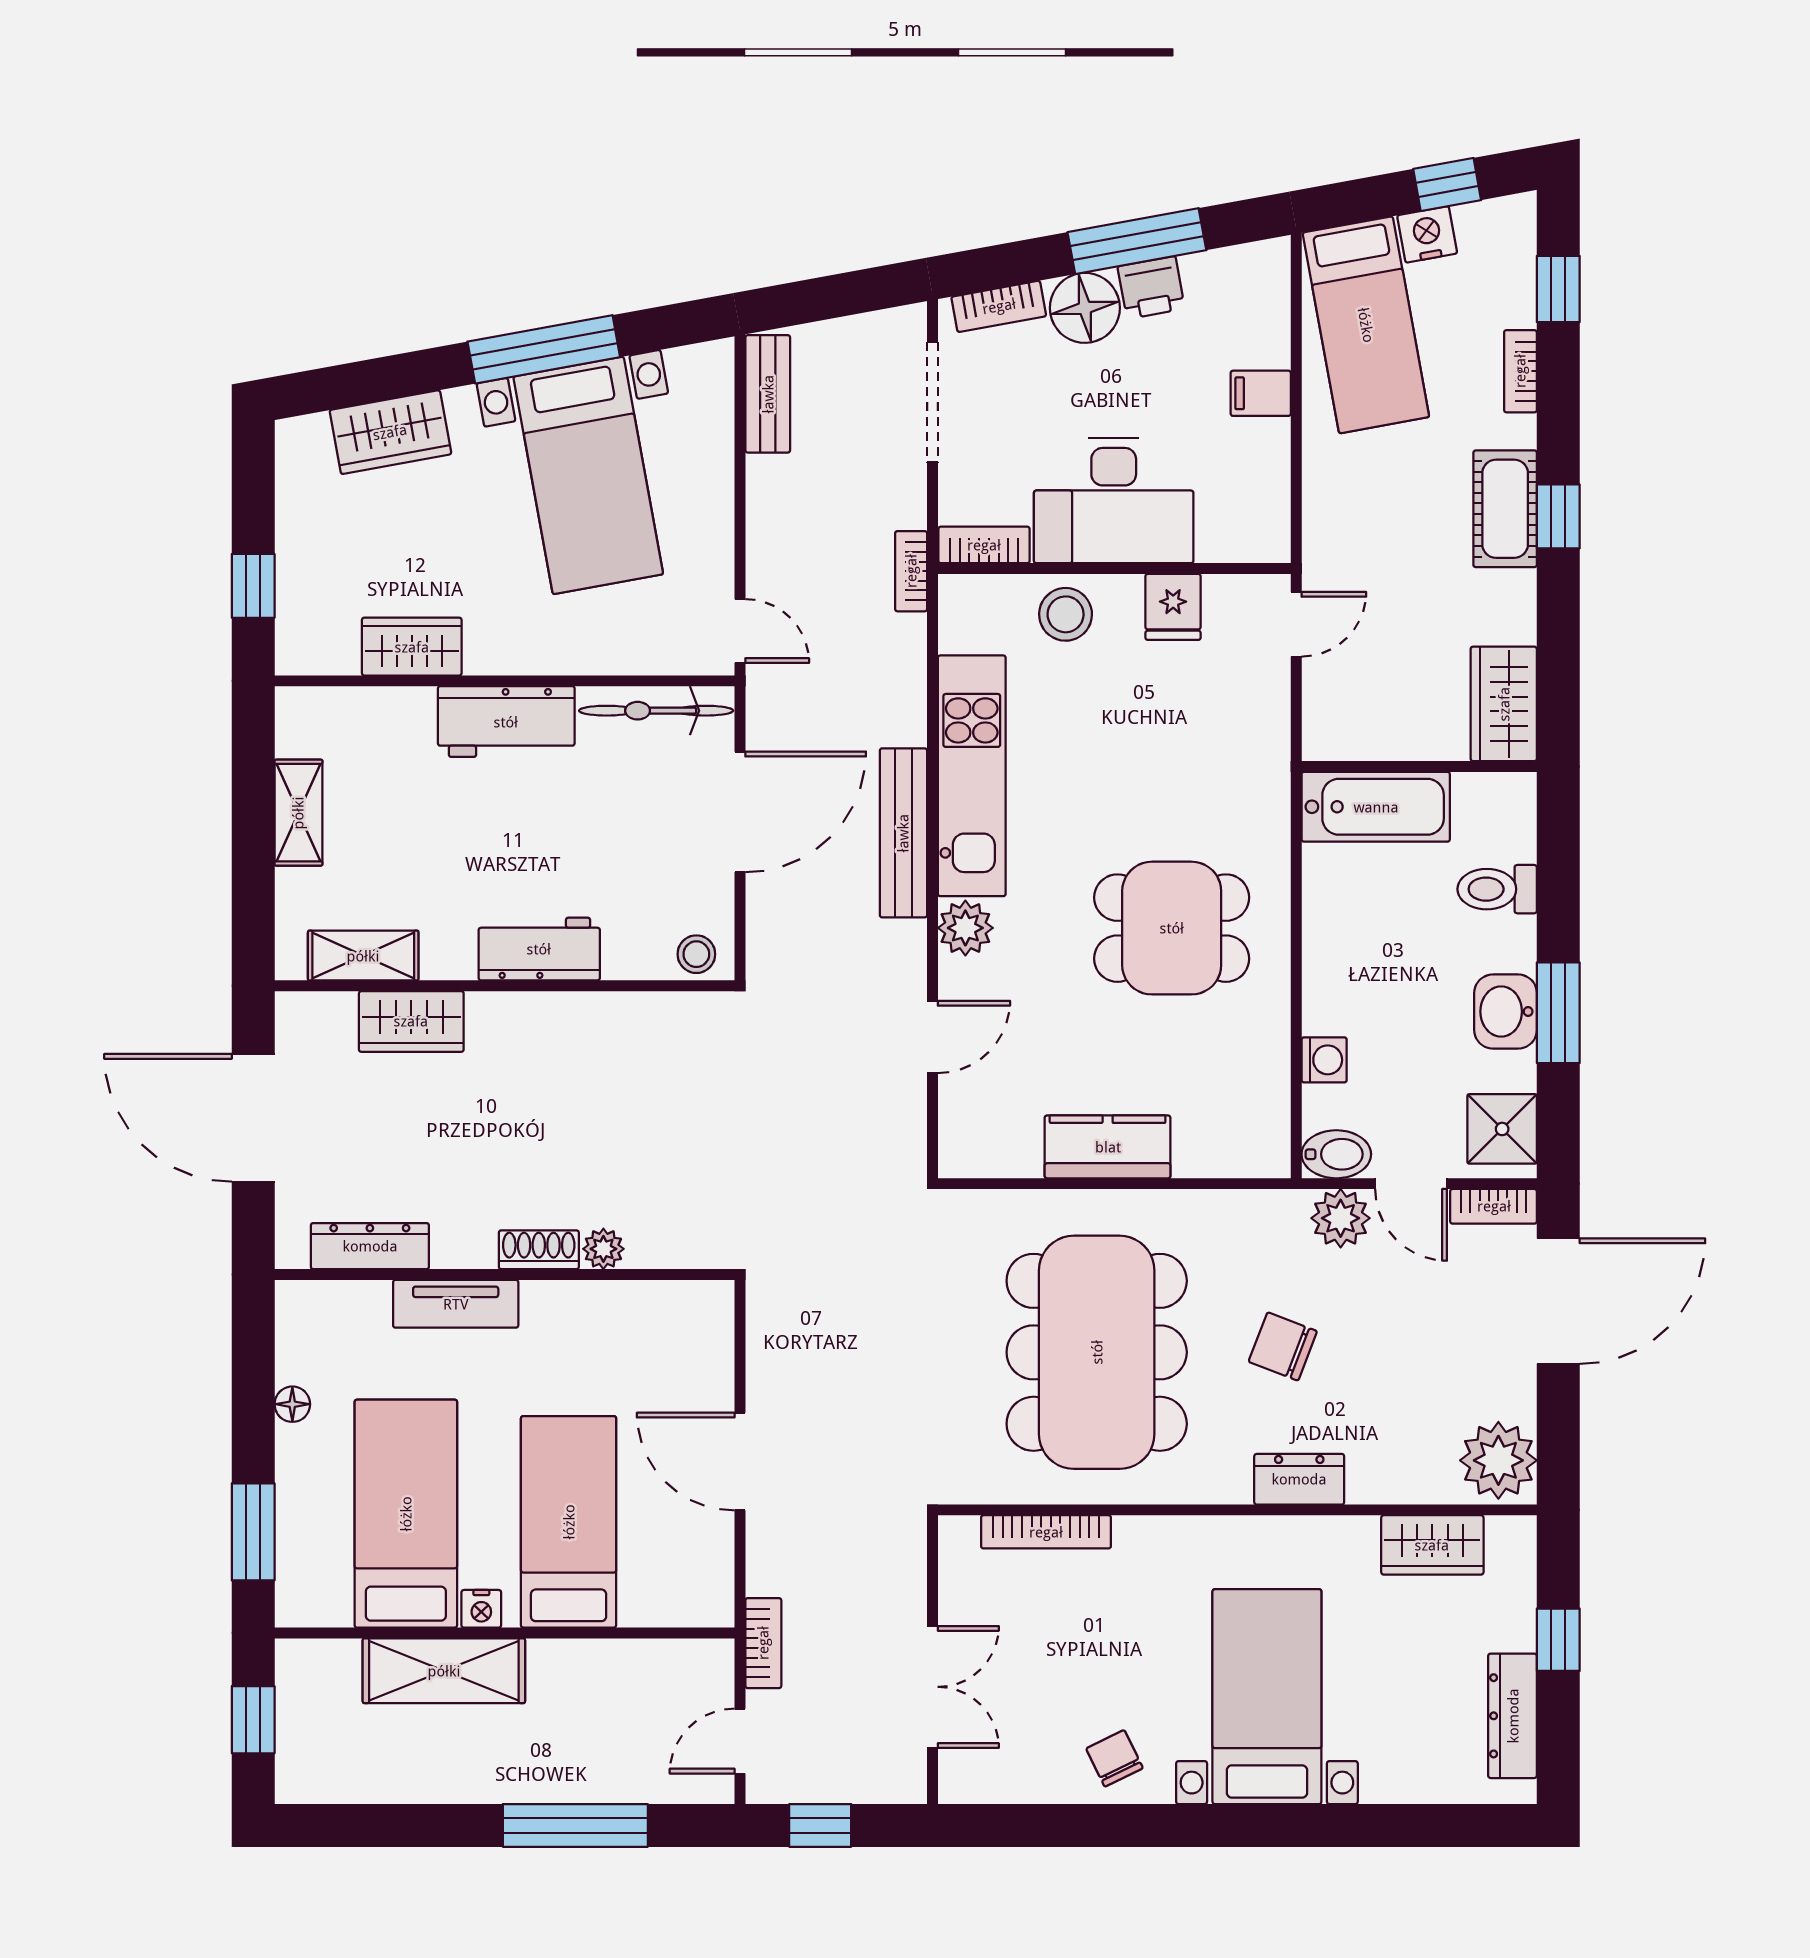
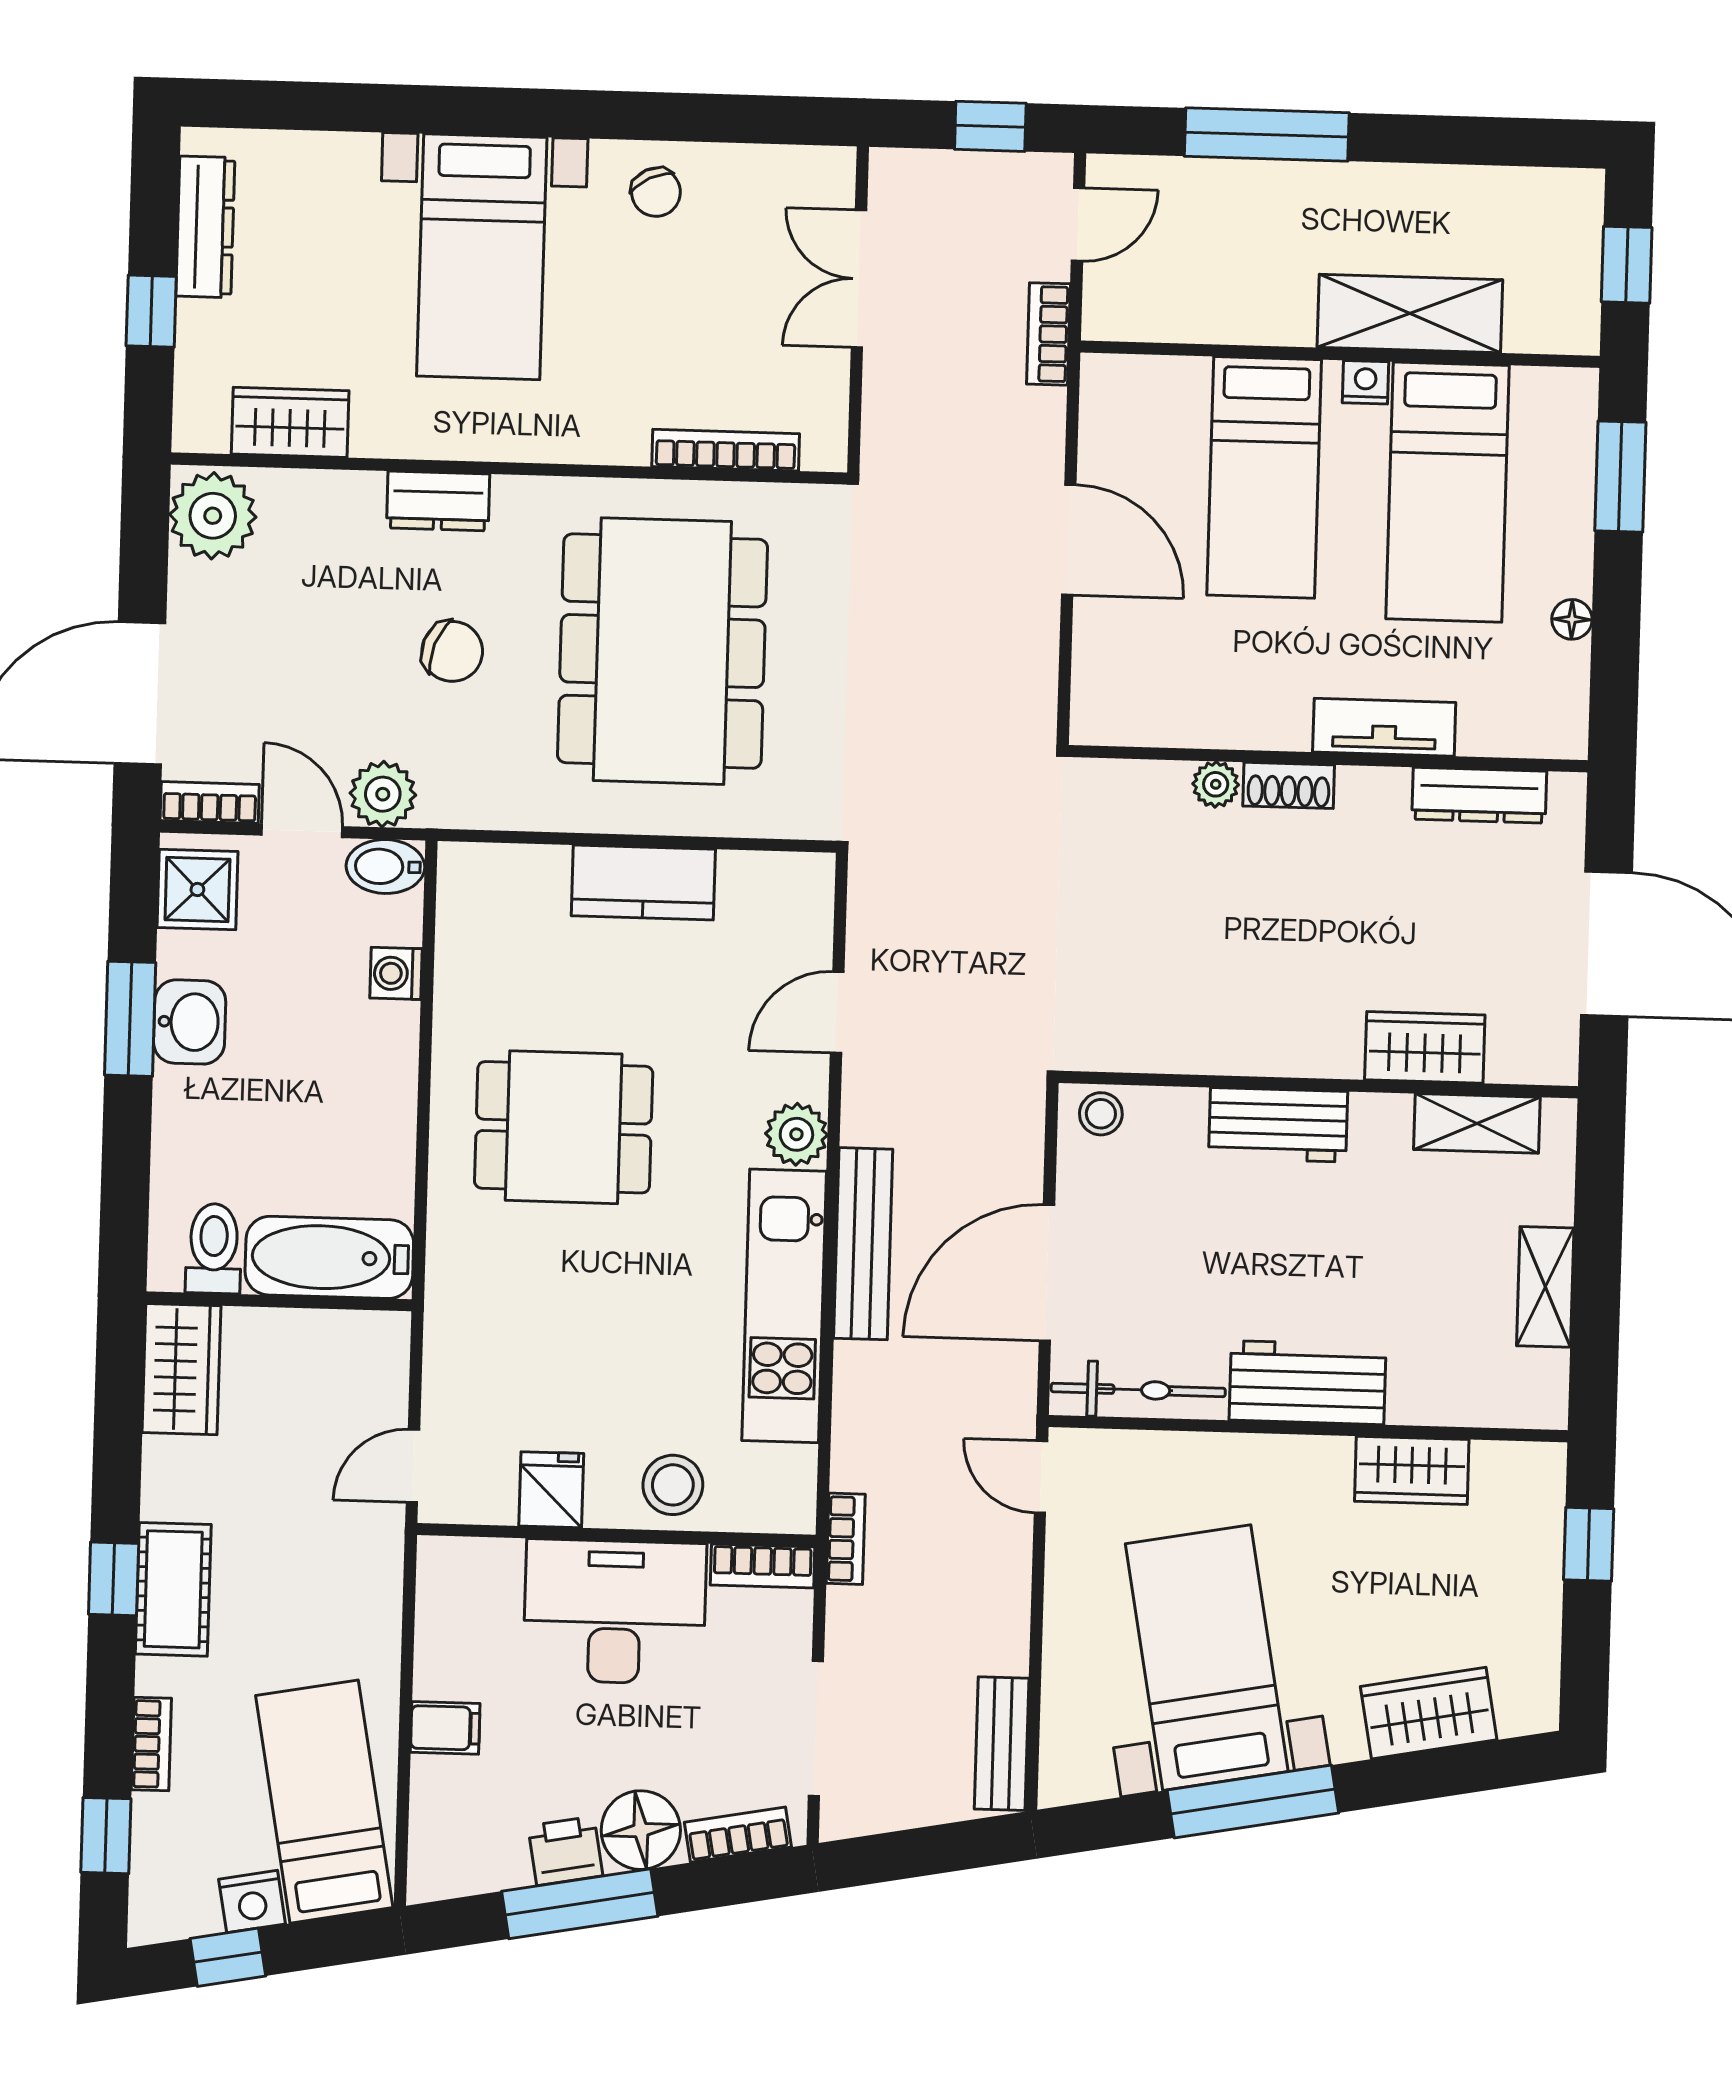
toilet: (1497, 889) -> (214, 1249), moved, turned -90

